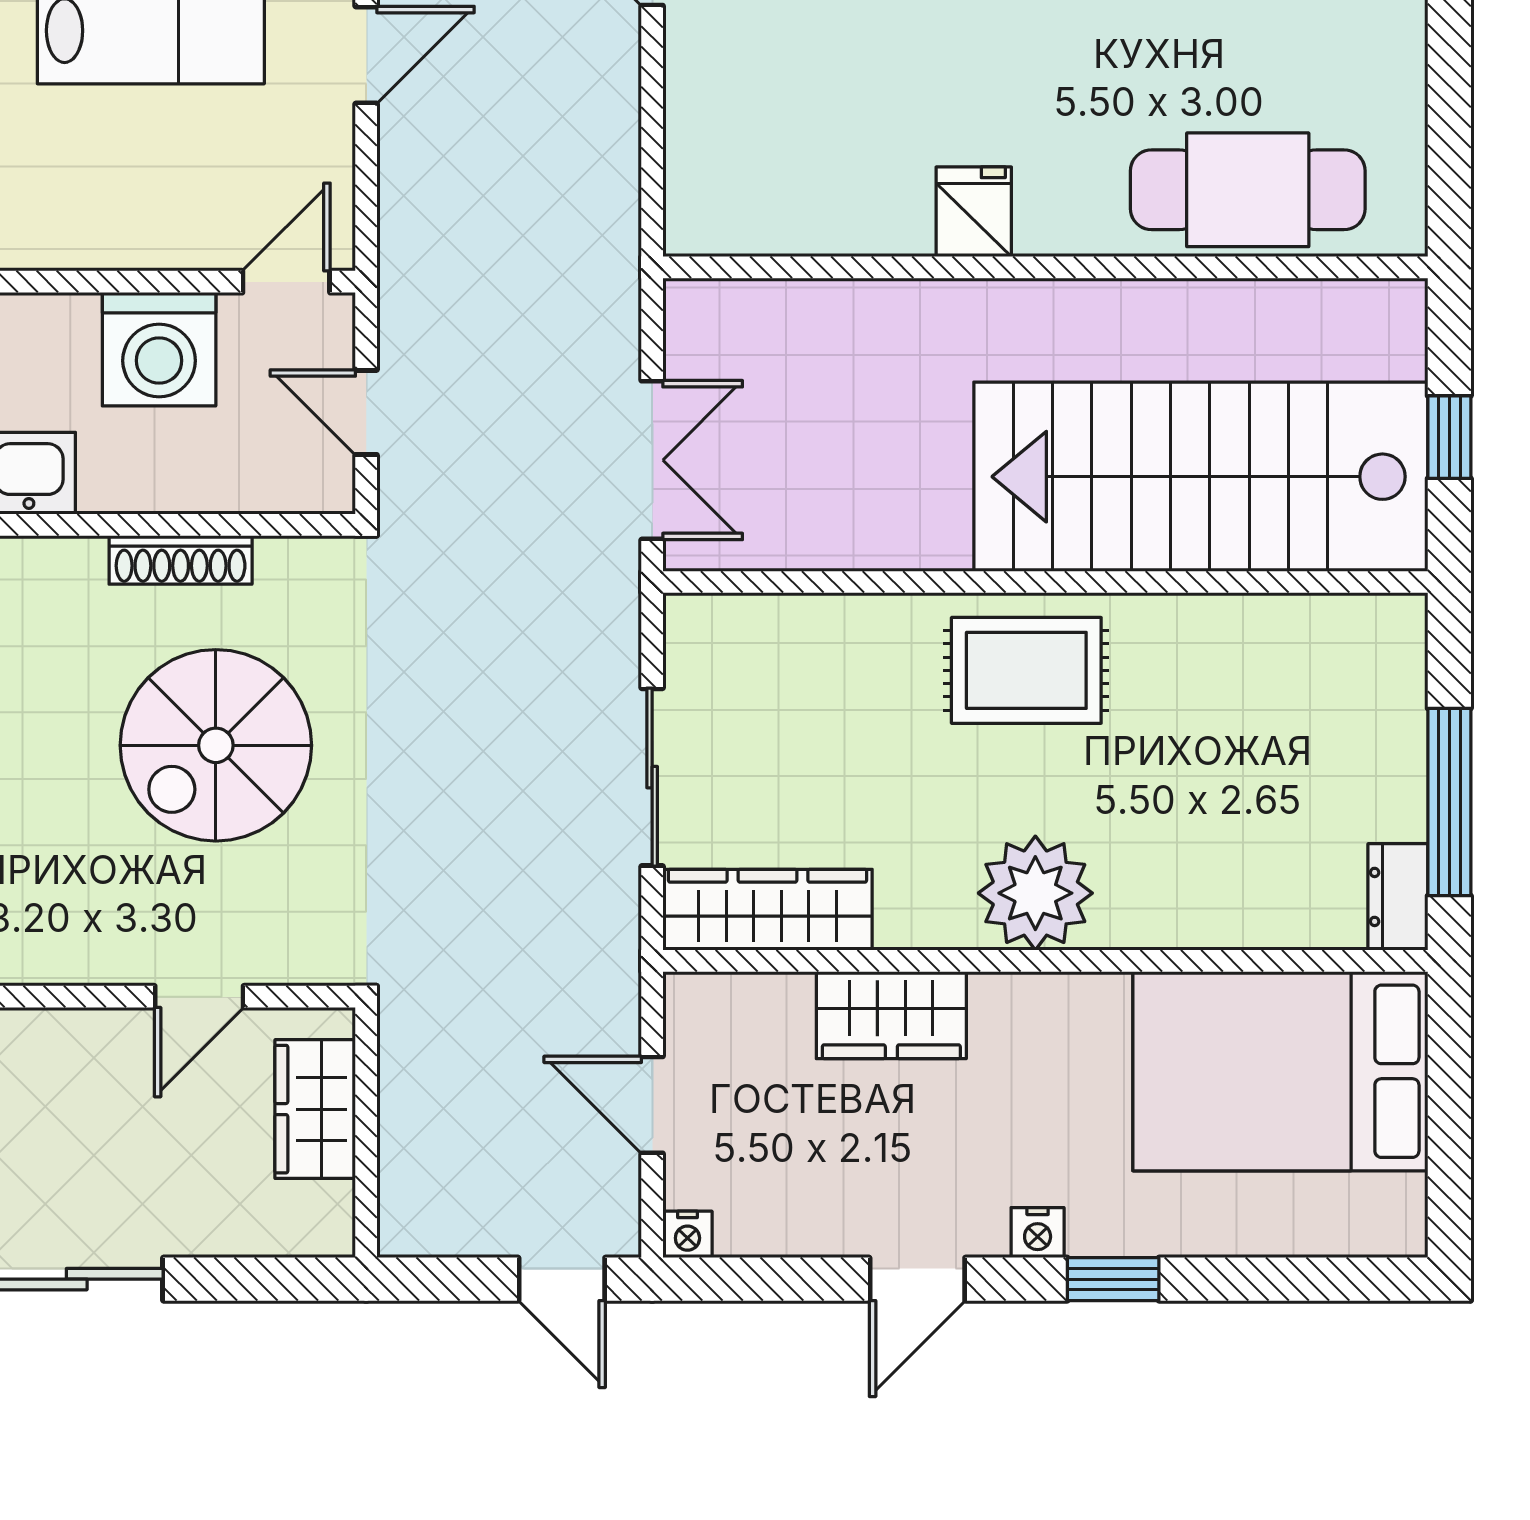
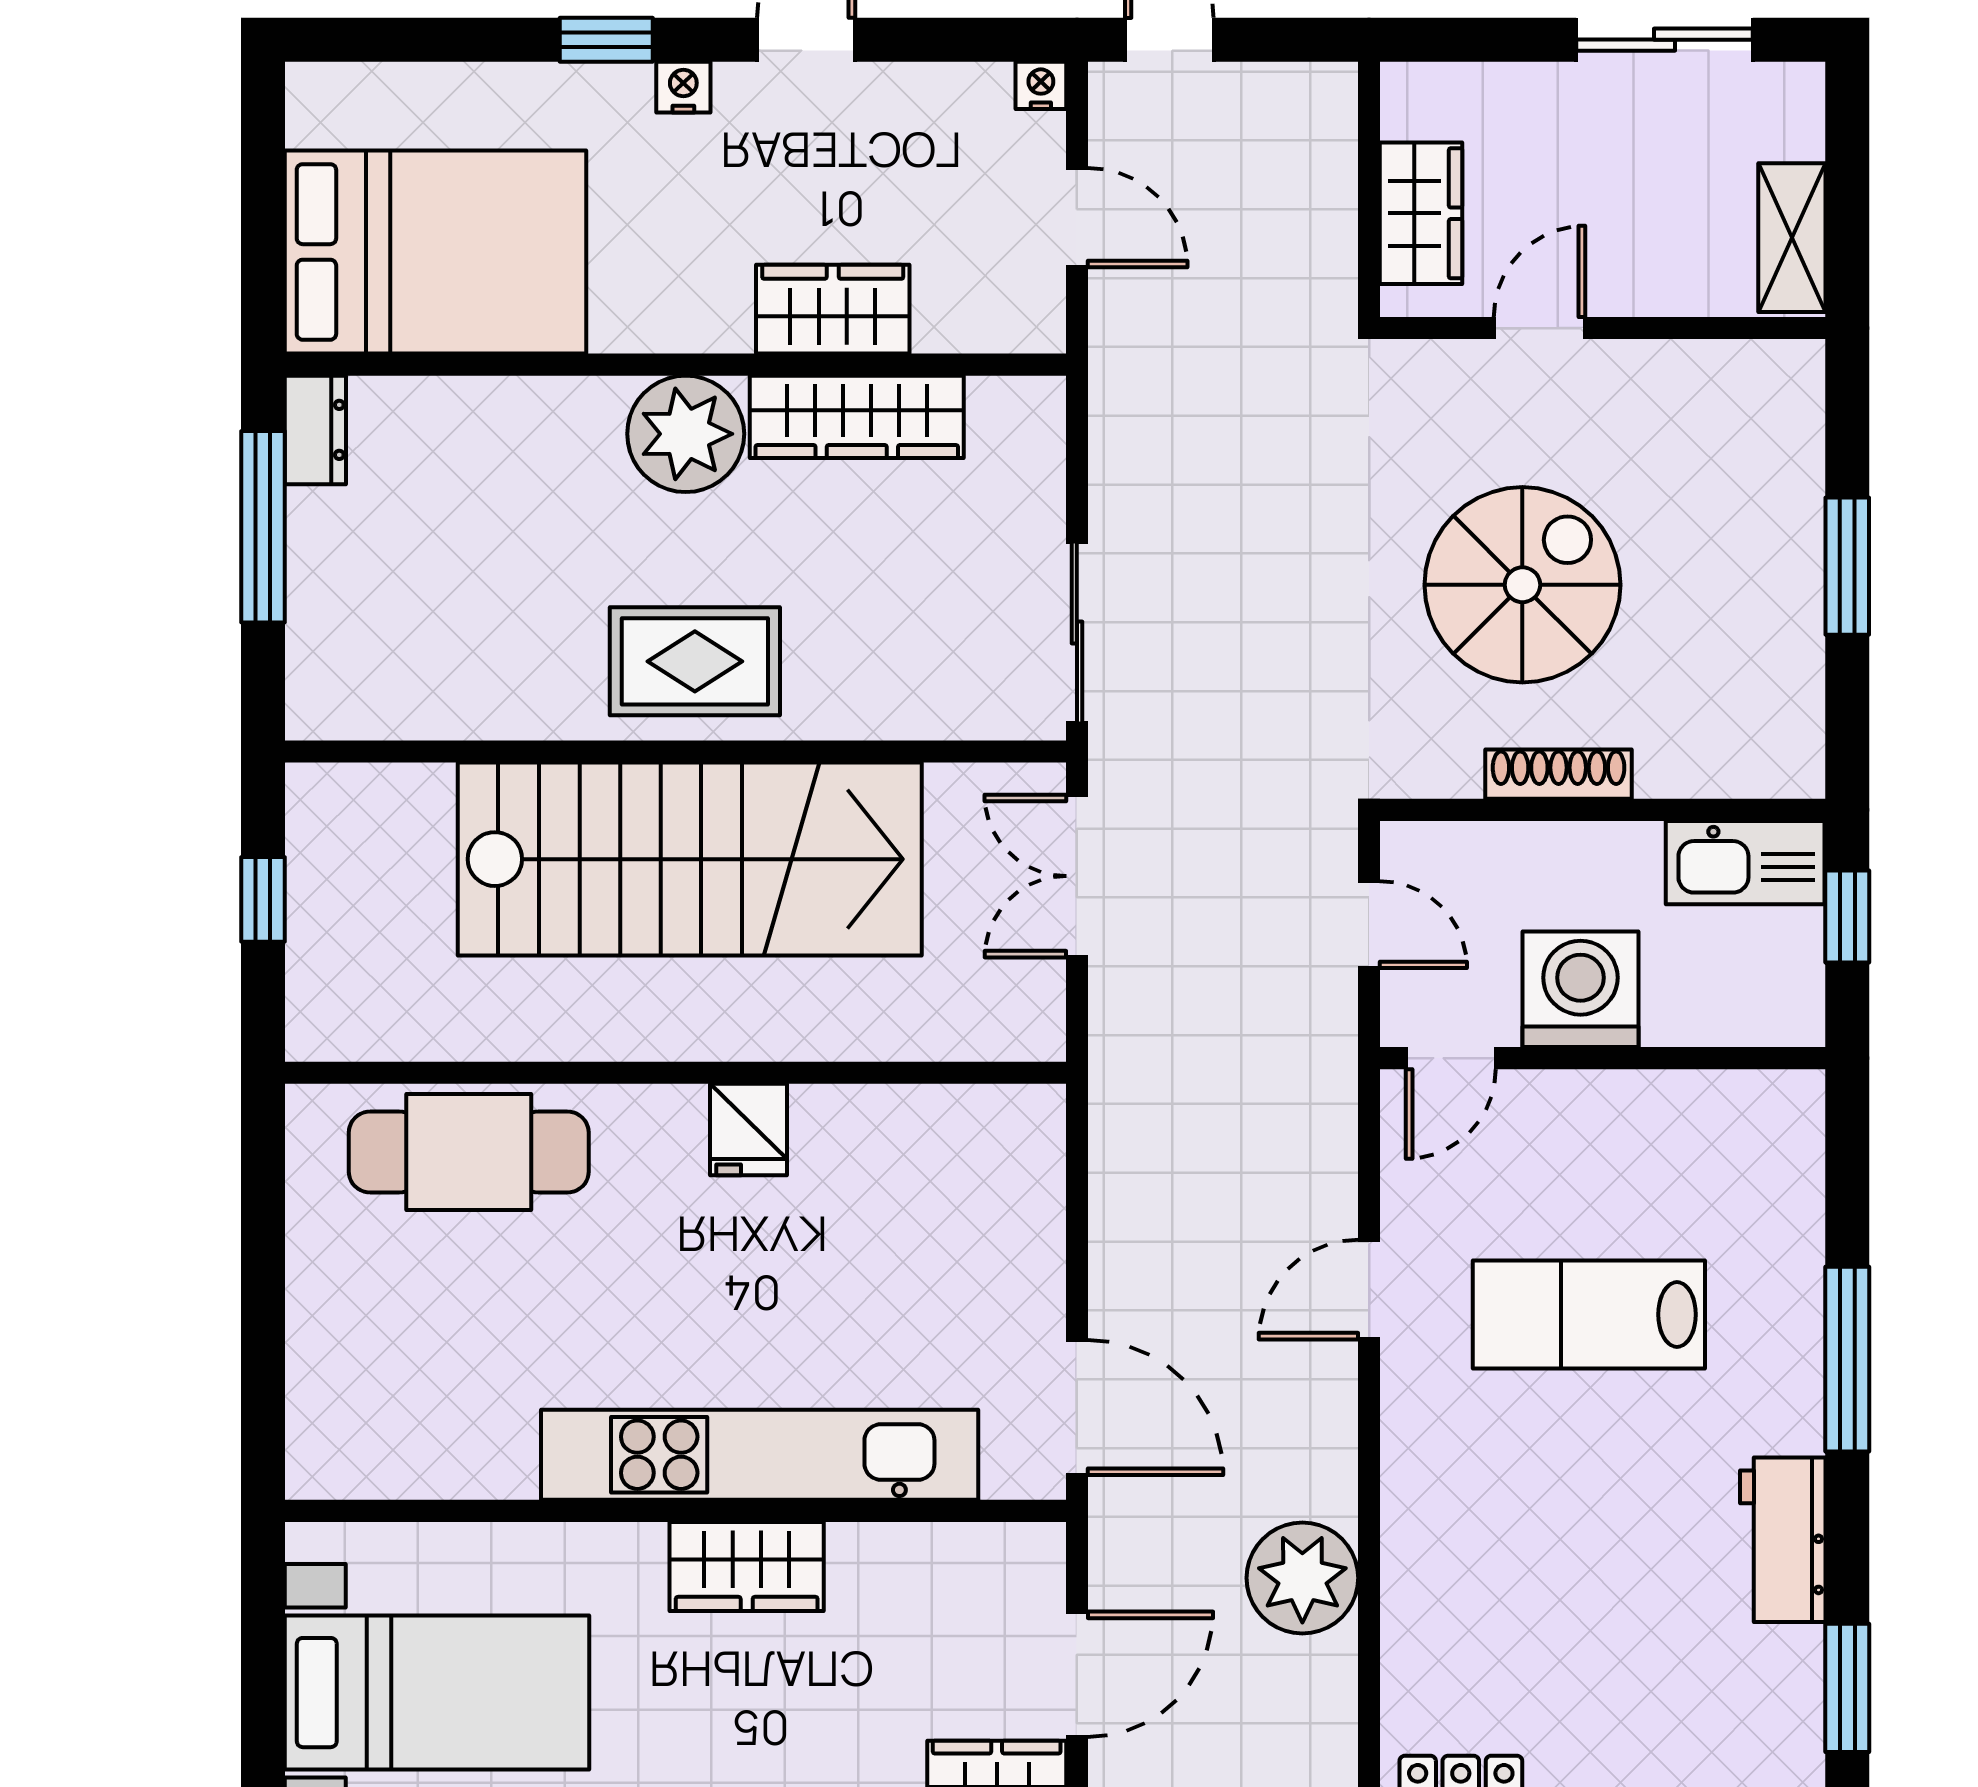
stairs: (1201, 477) -> (690, 859), moved
sliding door: (652, 777) -> (1077, 633), moved
wardrobe: (768, 910) -> (857, 417), moved

